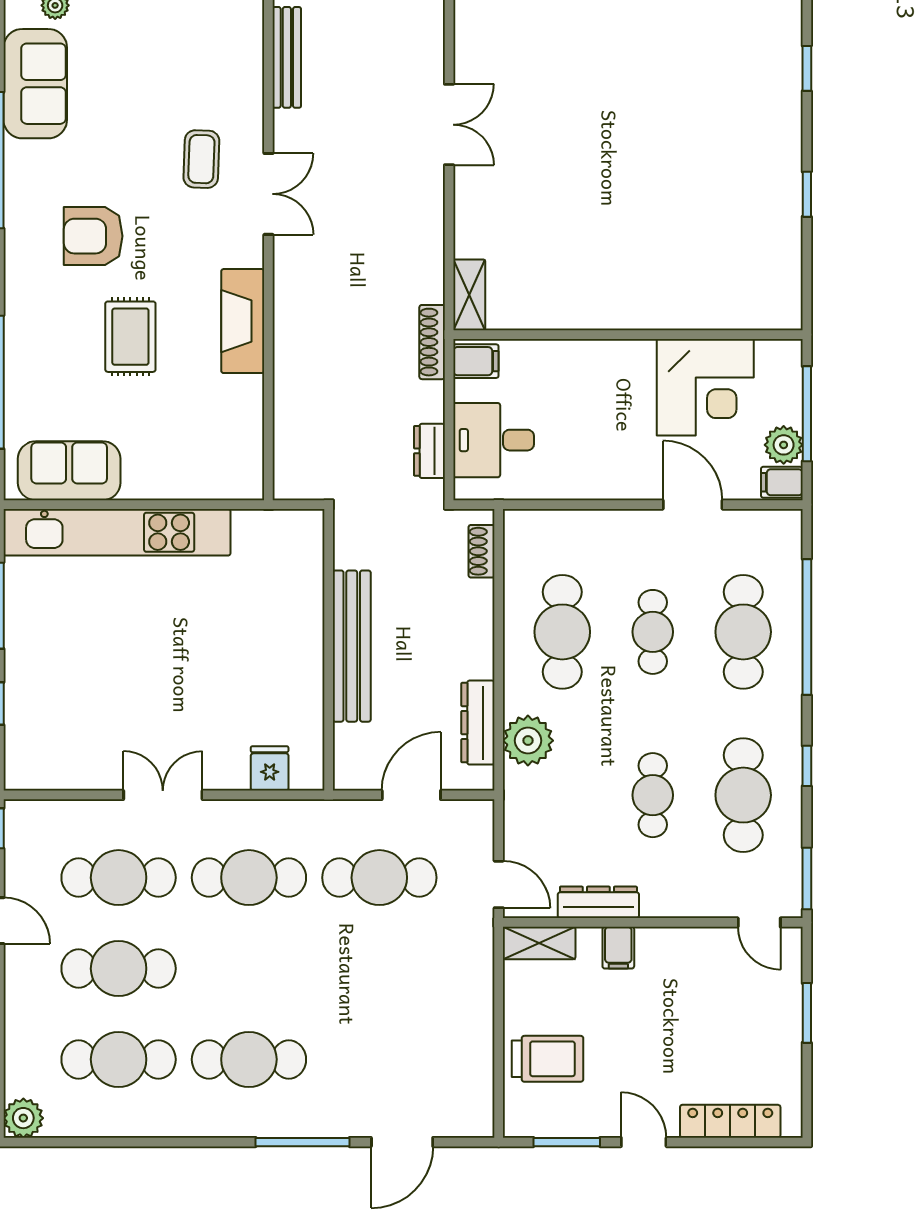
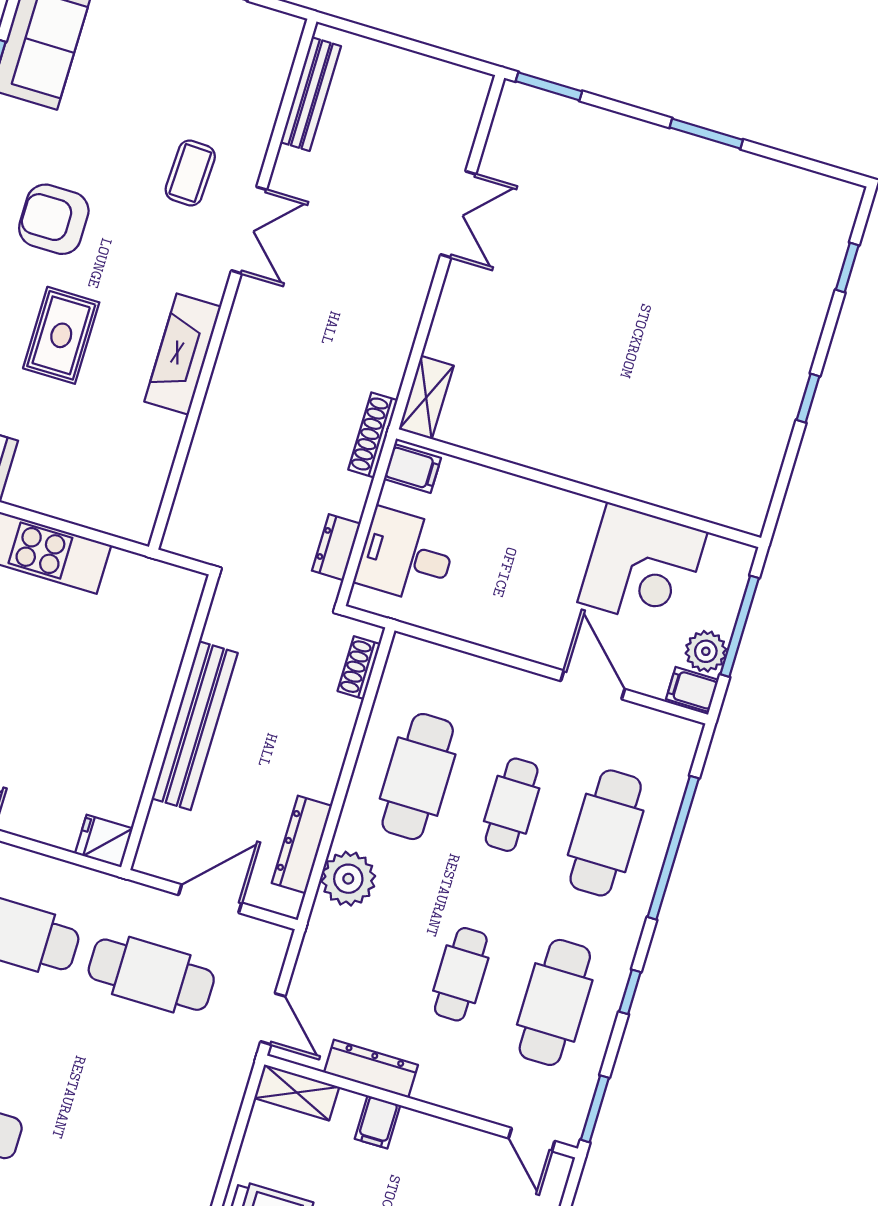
fridge: (270, 768) -> (104, 841), moved, turned -90

